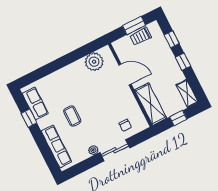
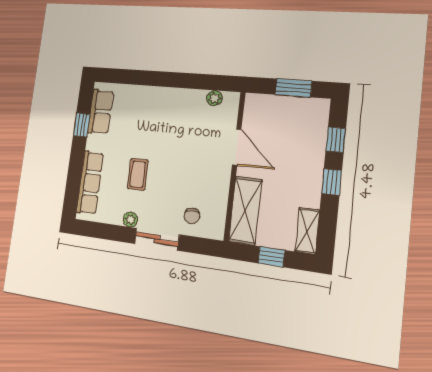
trolley: (141, 36) -> (293, 108), removed
plant: (94, 62) -> (215, 98), width x0.53, depth x0.53
coffee table: (72, 116) -> (138, 174), moved

